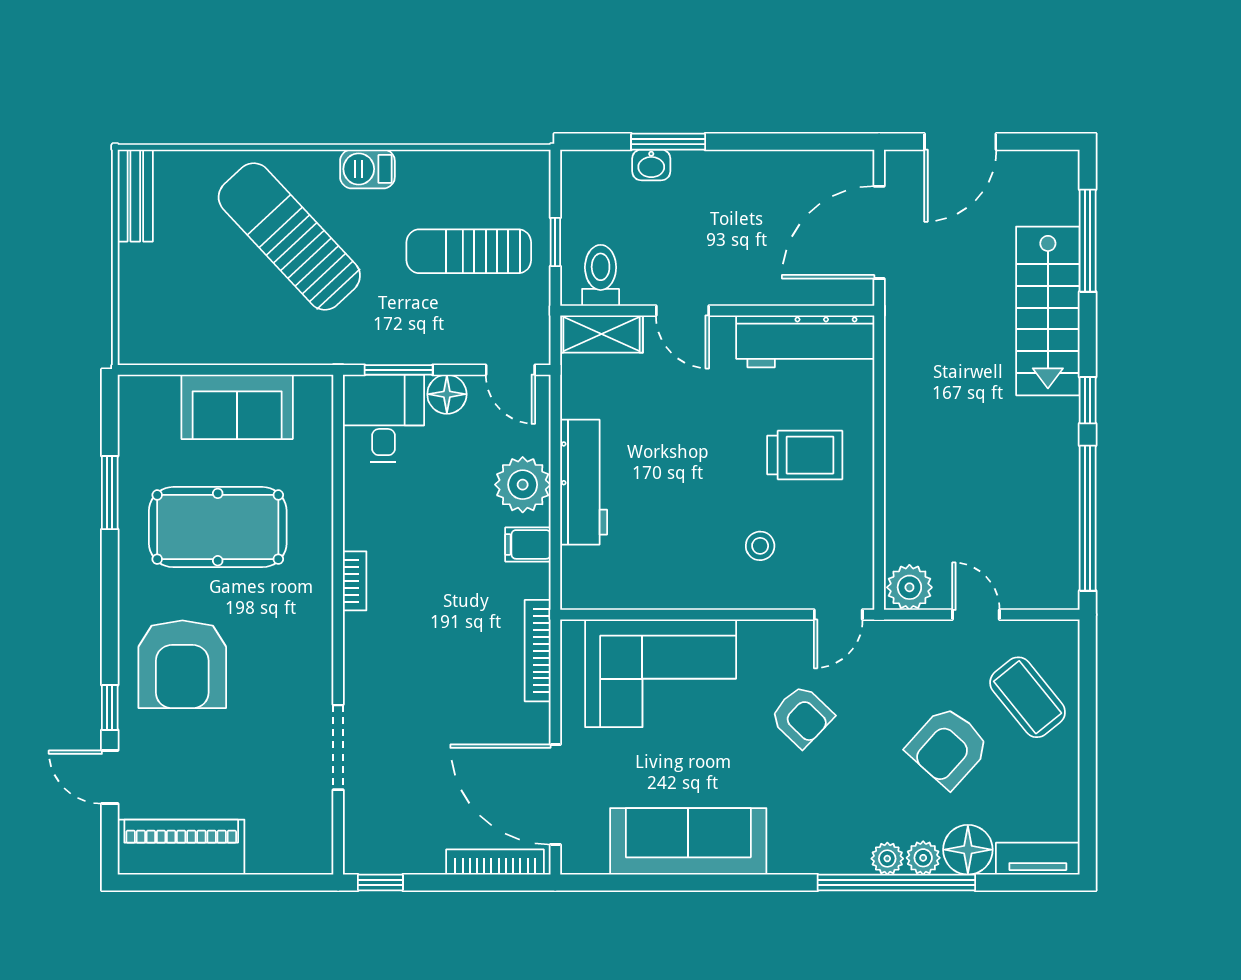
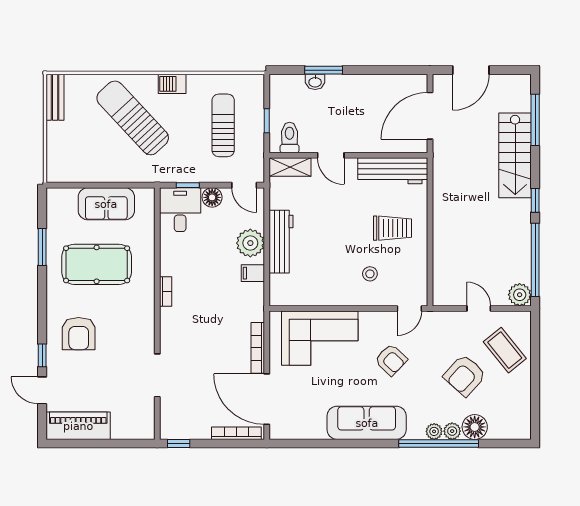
sun lounger: (469, 251) -> (223, 125), turned 90
window: (399, 370) -> (188, 185), width x0.67
plant: (909, 587) -> (520, 295), moved
bookcase: (538, 651) -> (258, 348), moved
armchair: (182, 664) -> (79, 334), width x0.73, depth x0.73
sofa: (688, 841) -> (367, 423), moved
tv unit: (1038, 859) -> (510, 431), removed

